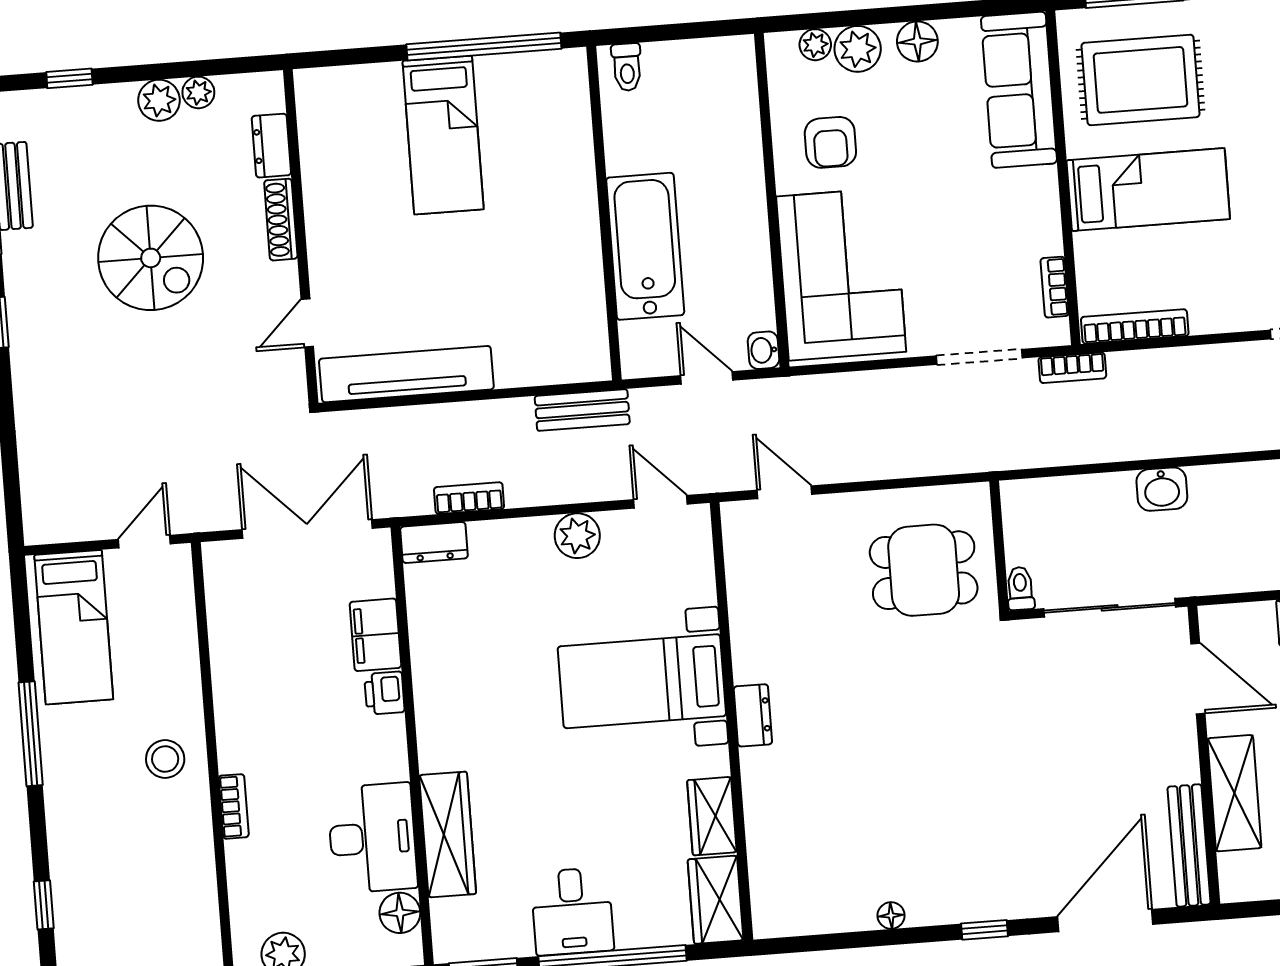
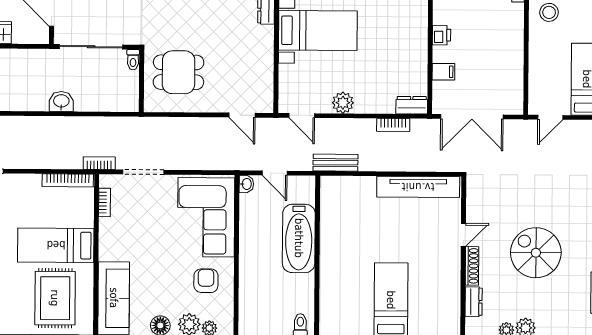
rug: (1140, 80) -> (55, 298), turned 90
door: (307, 323) -> (463, 235), moved
filing cabinet: (375, 635) -> (443, 72), width x0.50

